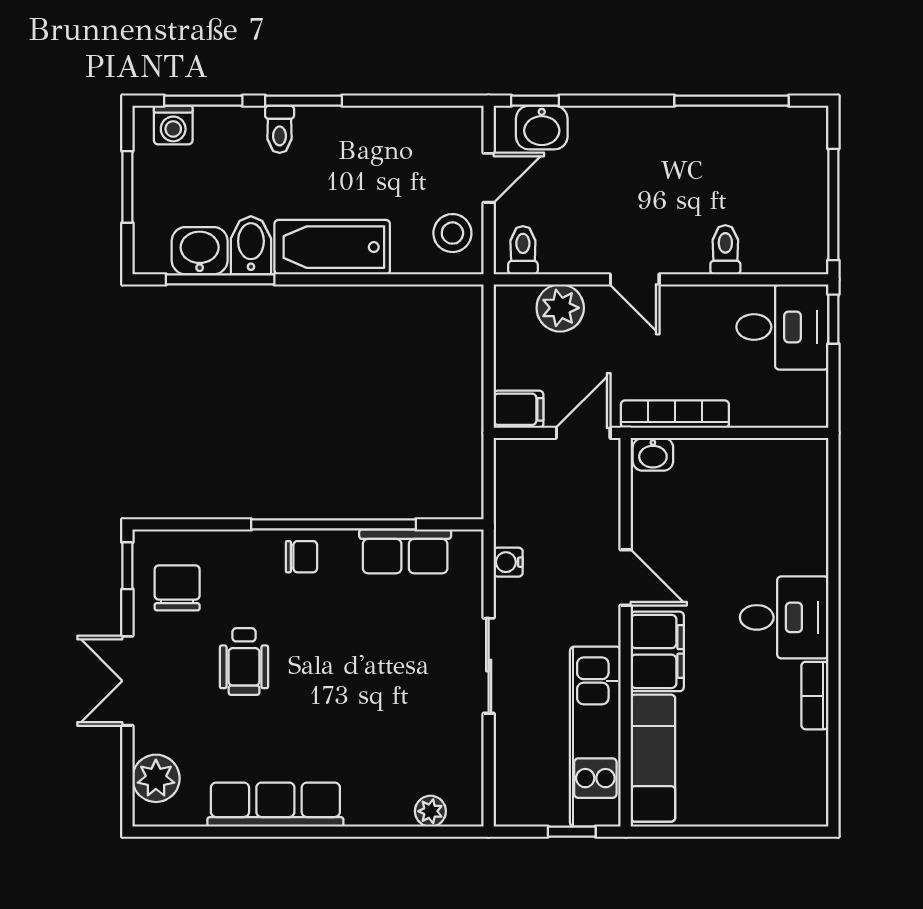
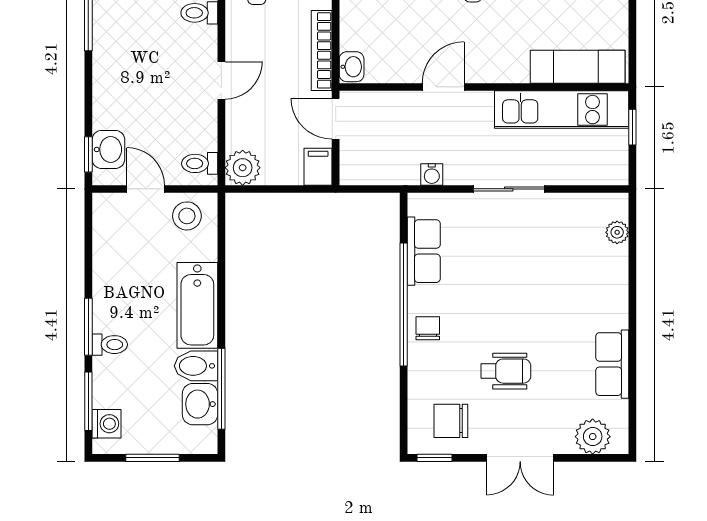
plant: (560, 308) -> (243, 168), moved
filing cabinet: (657, 651) -> (498, 64), removed
row of seats: (275, 805) -> (612, 364), width x0.68

